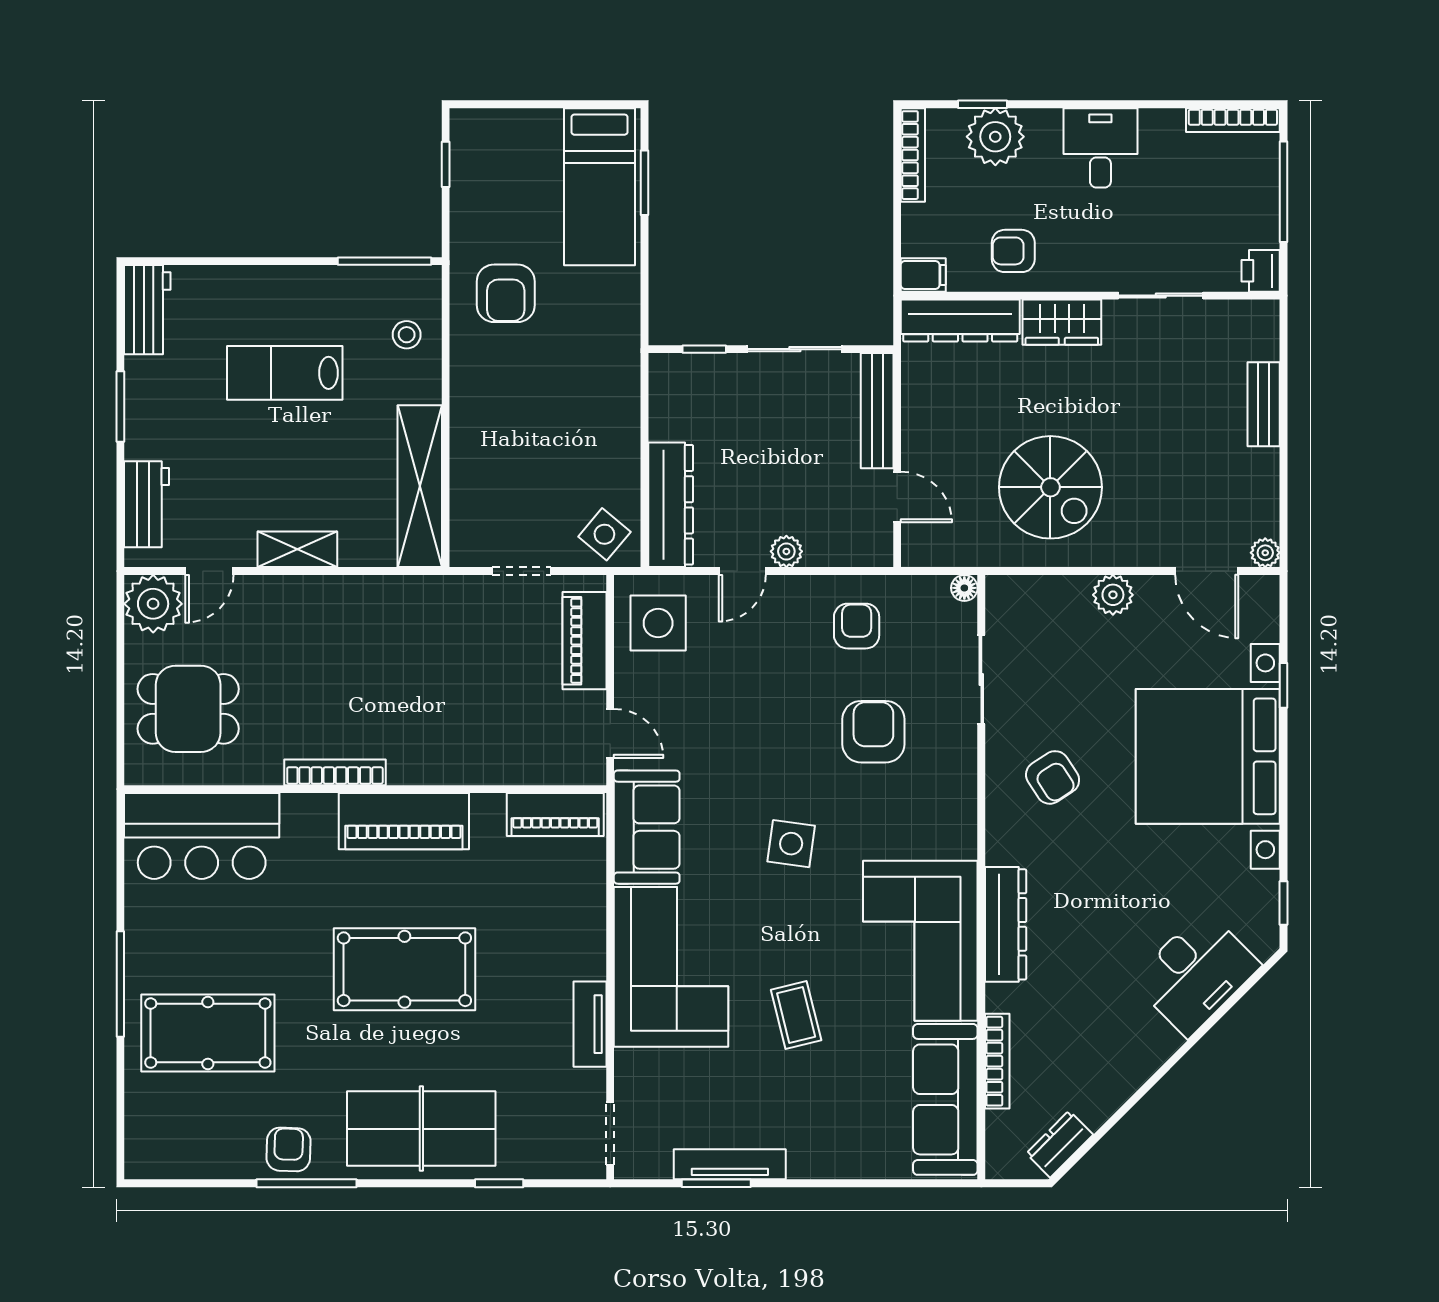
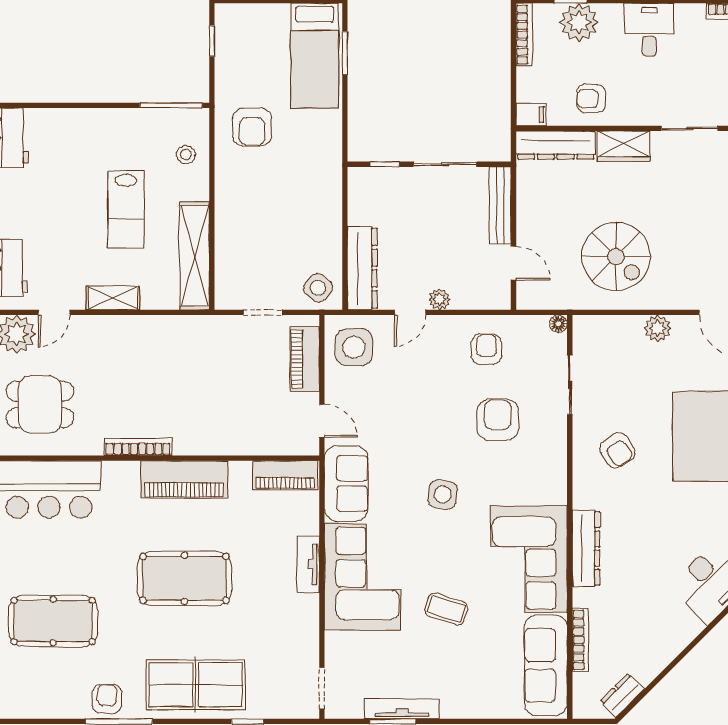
lab bench: (285, 373) -> (126, 210), moved, turned -90
coffee table: (796, 1015) -> (446, 609), turned -58
tv unit: (590, 1024) -> (308, 564), moved

